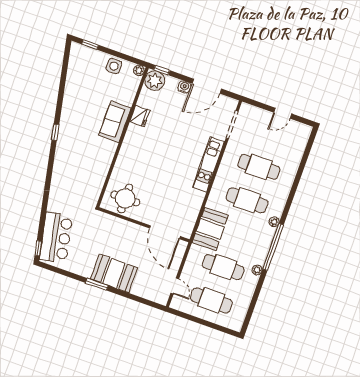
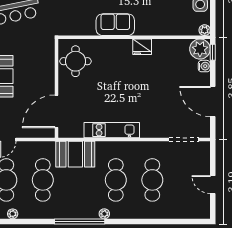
water cooler: (184, 87) -> (204, 66), moved
fridge: (140, 116) -> (142, 47), moved
sofa: (115, 122) -> (115, 25), moved
kitchen unit: (208, 164) -> (112, 130), moved
plant: (257, 270) -> (13, 214), moved

